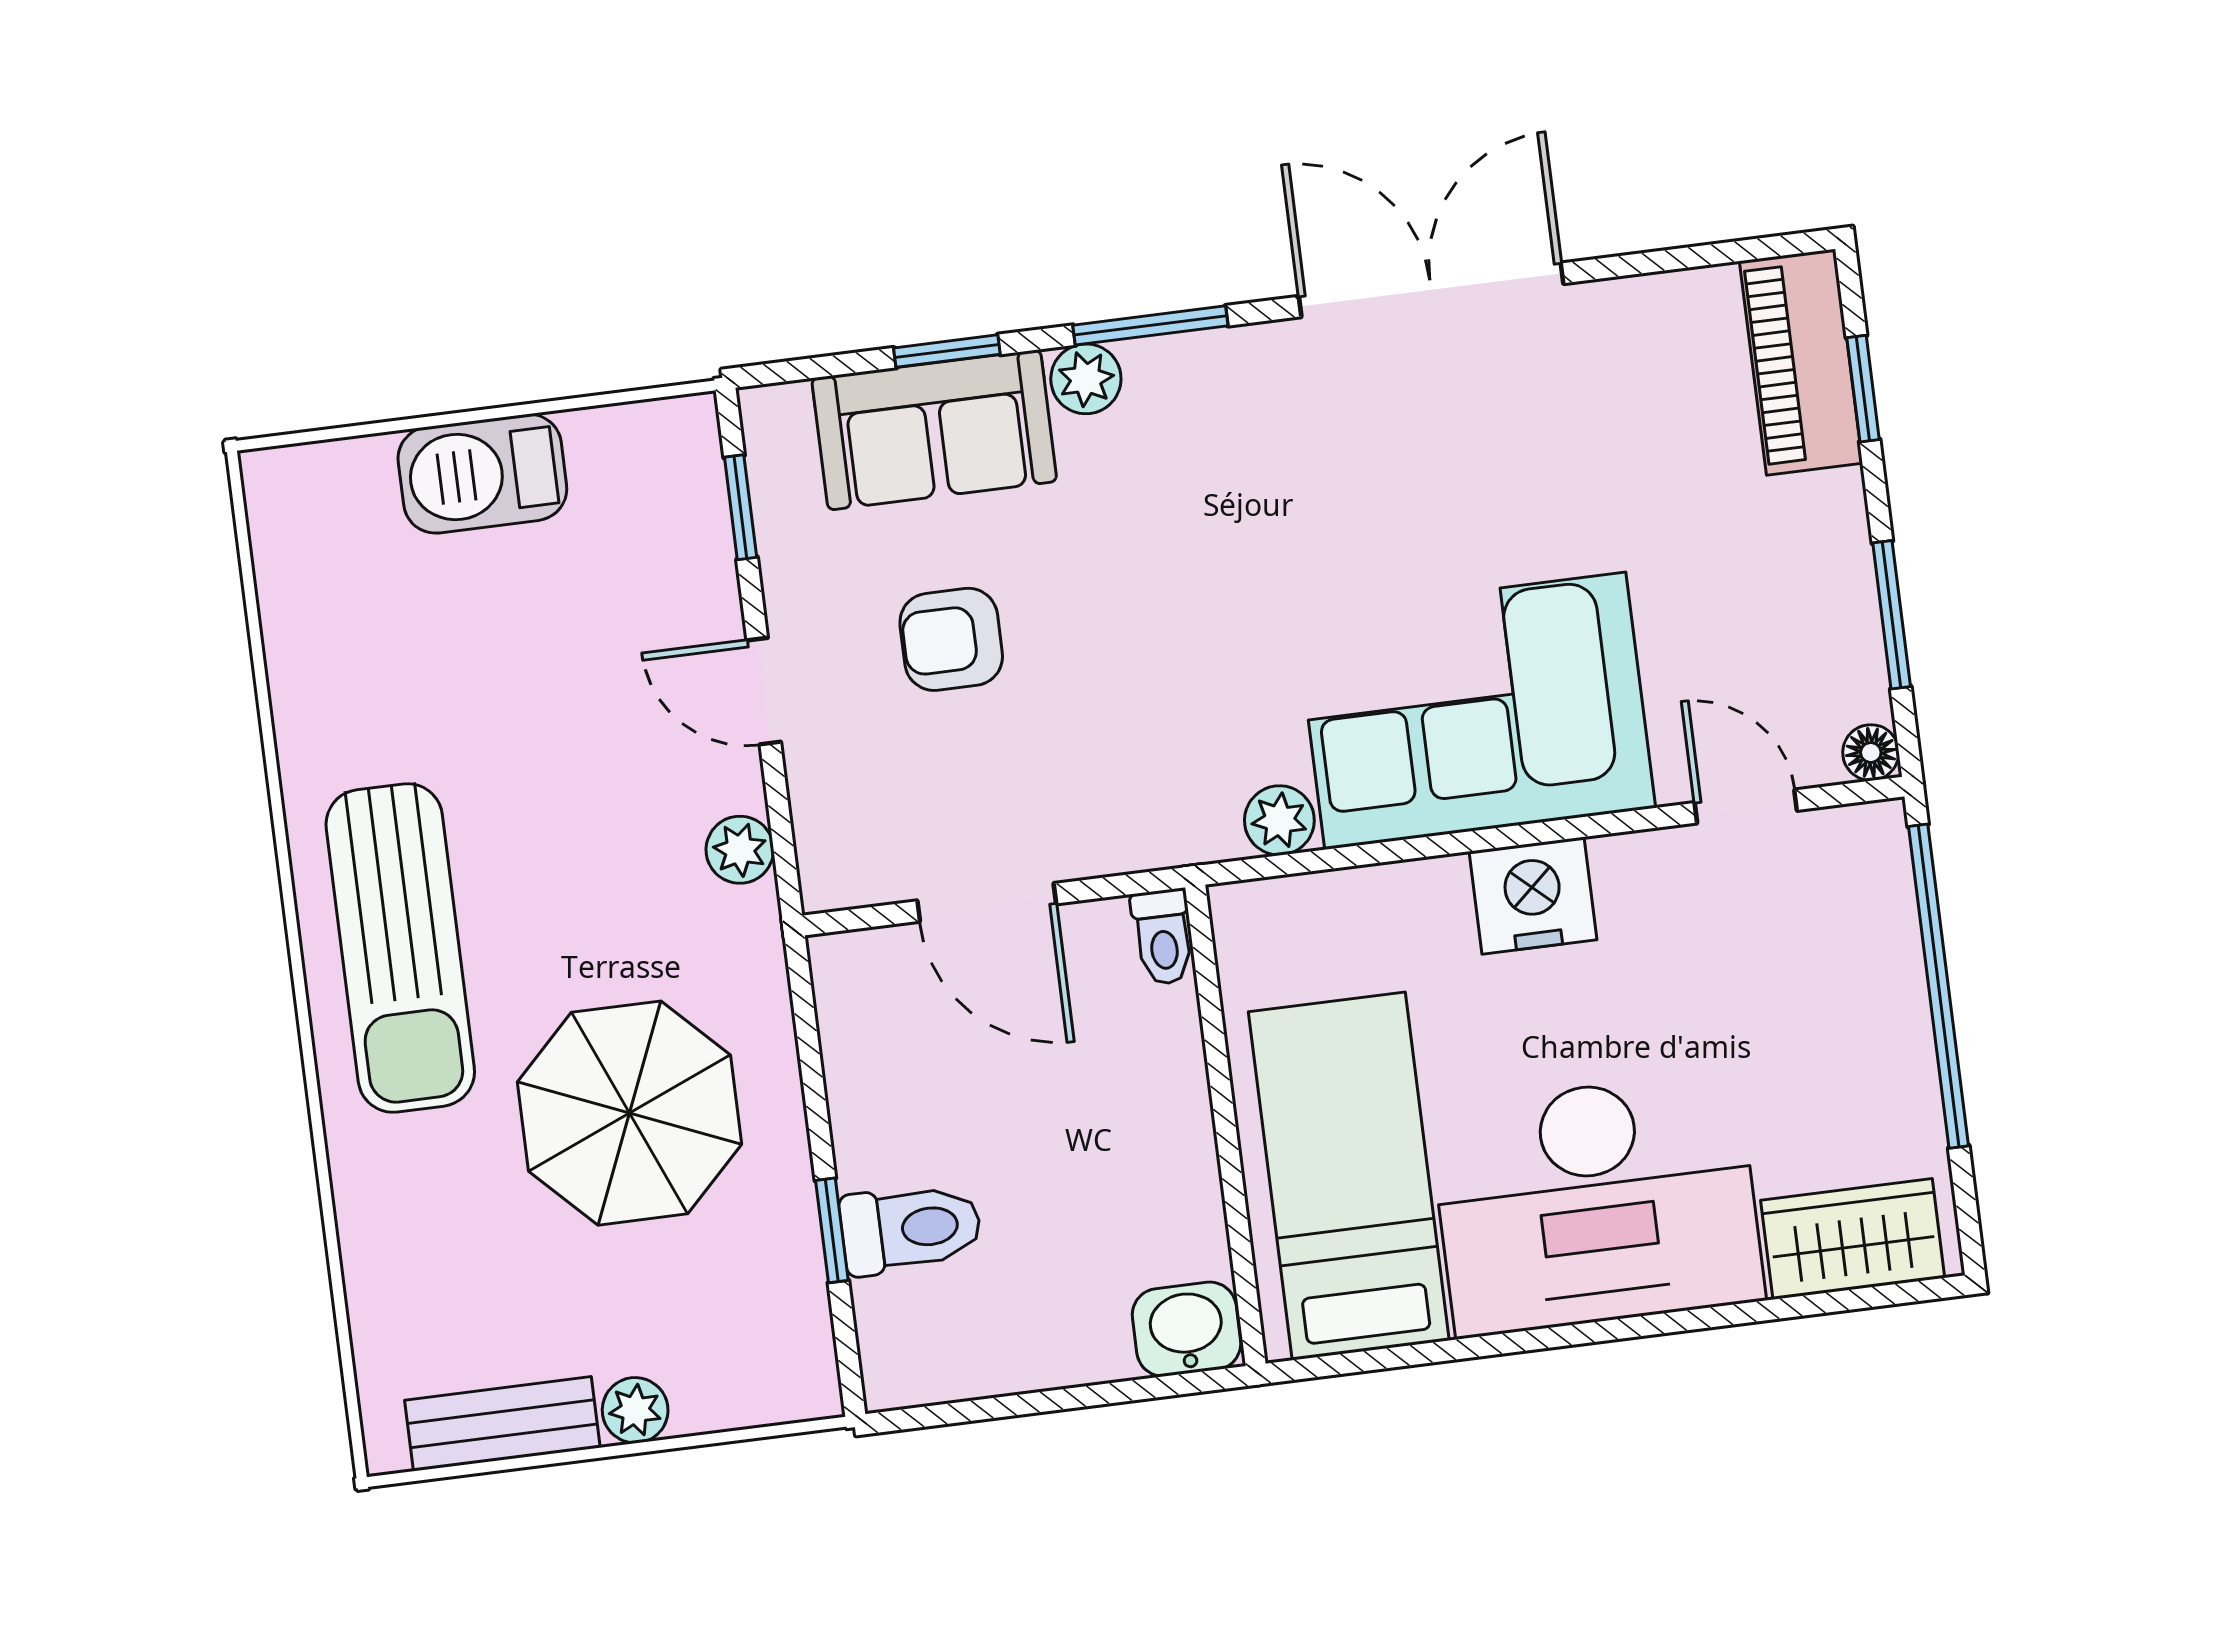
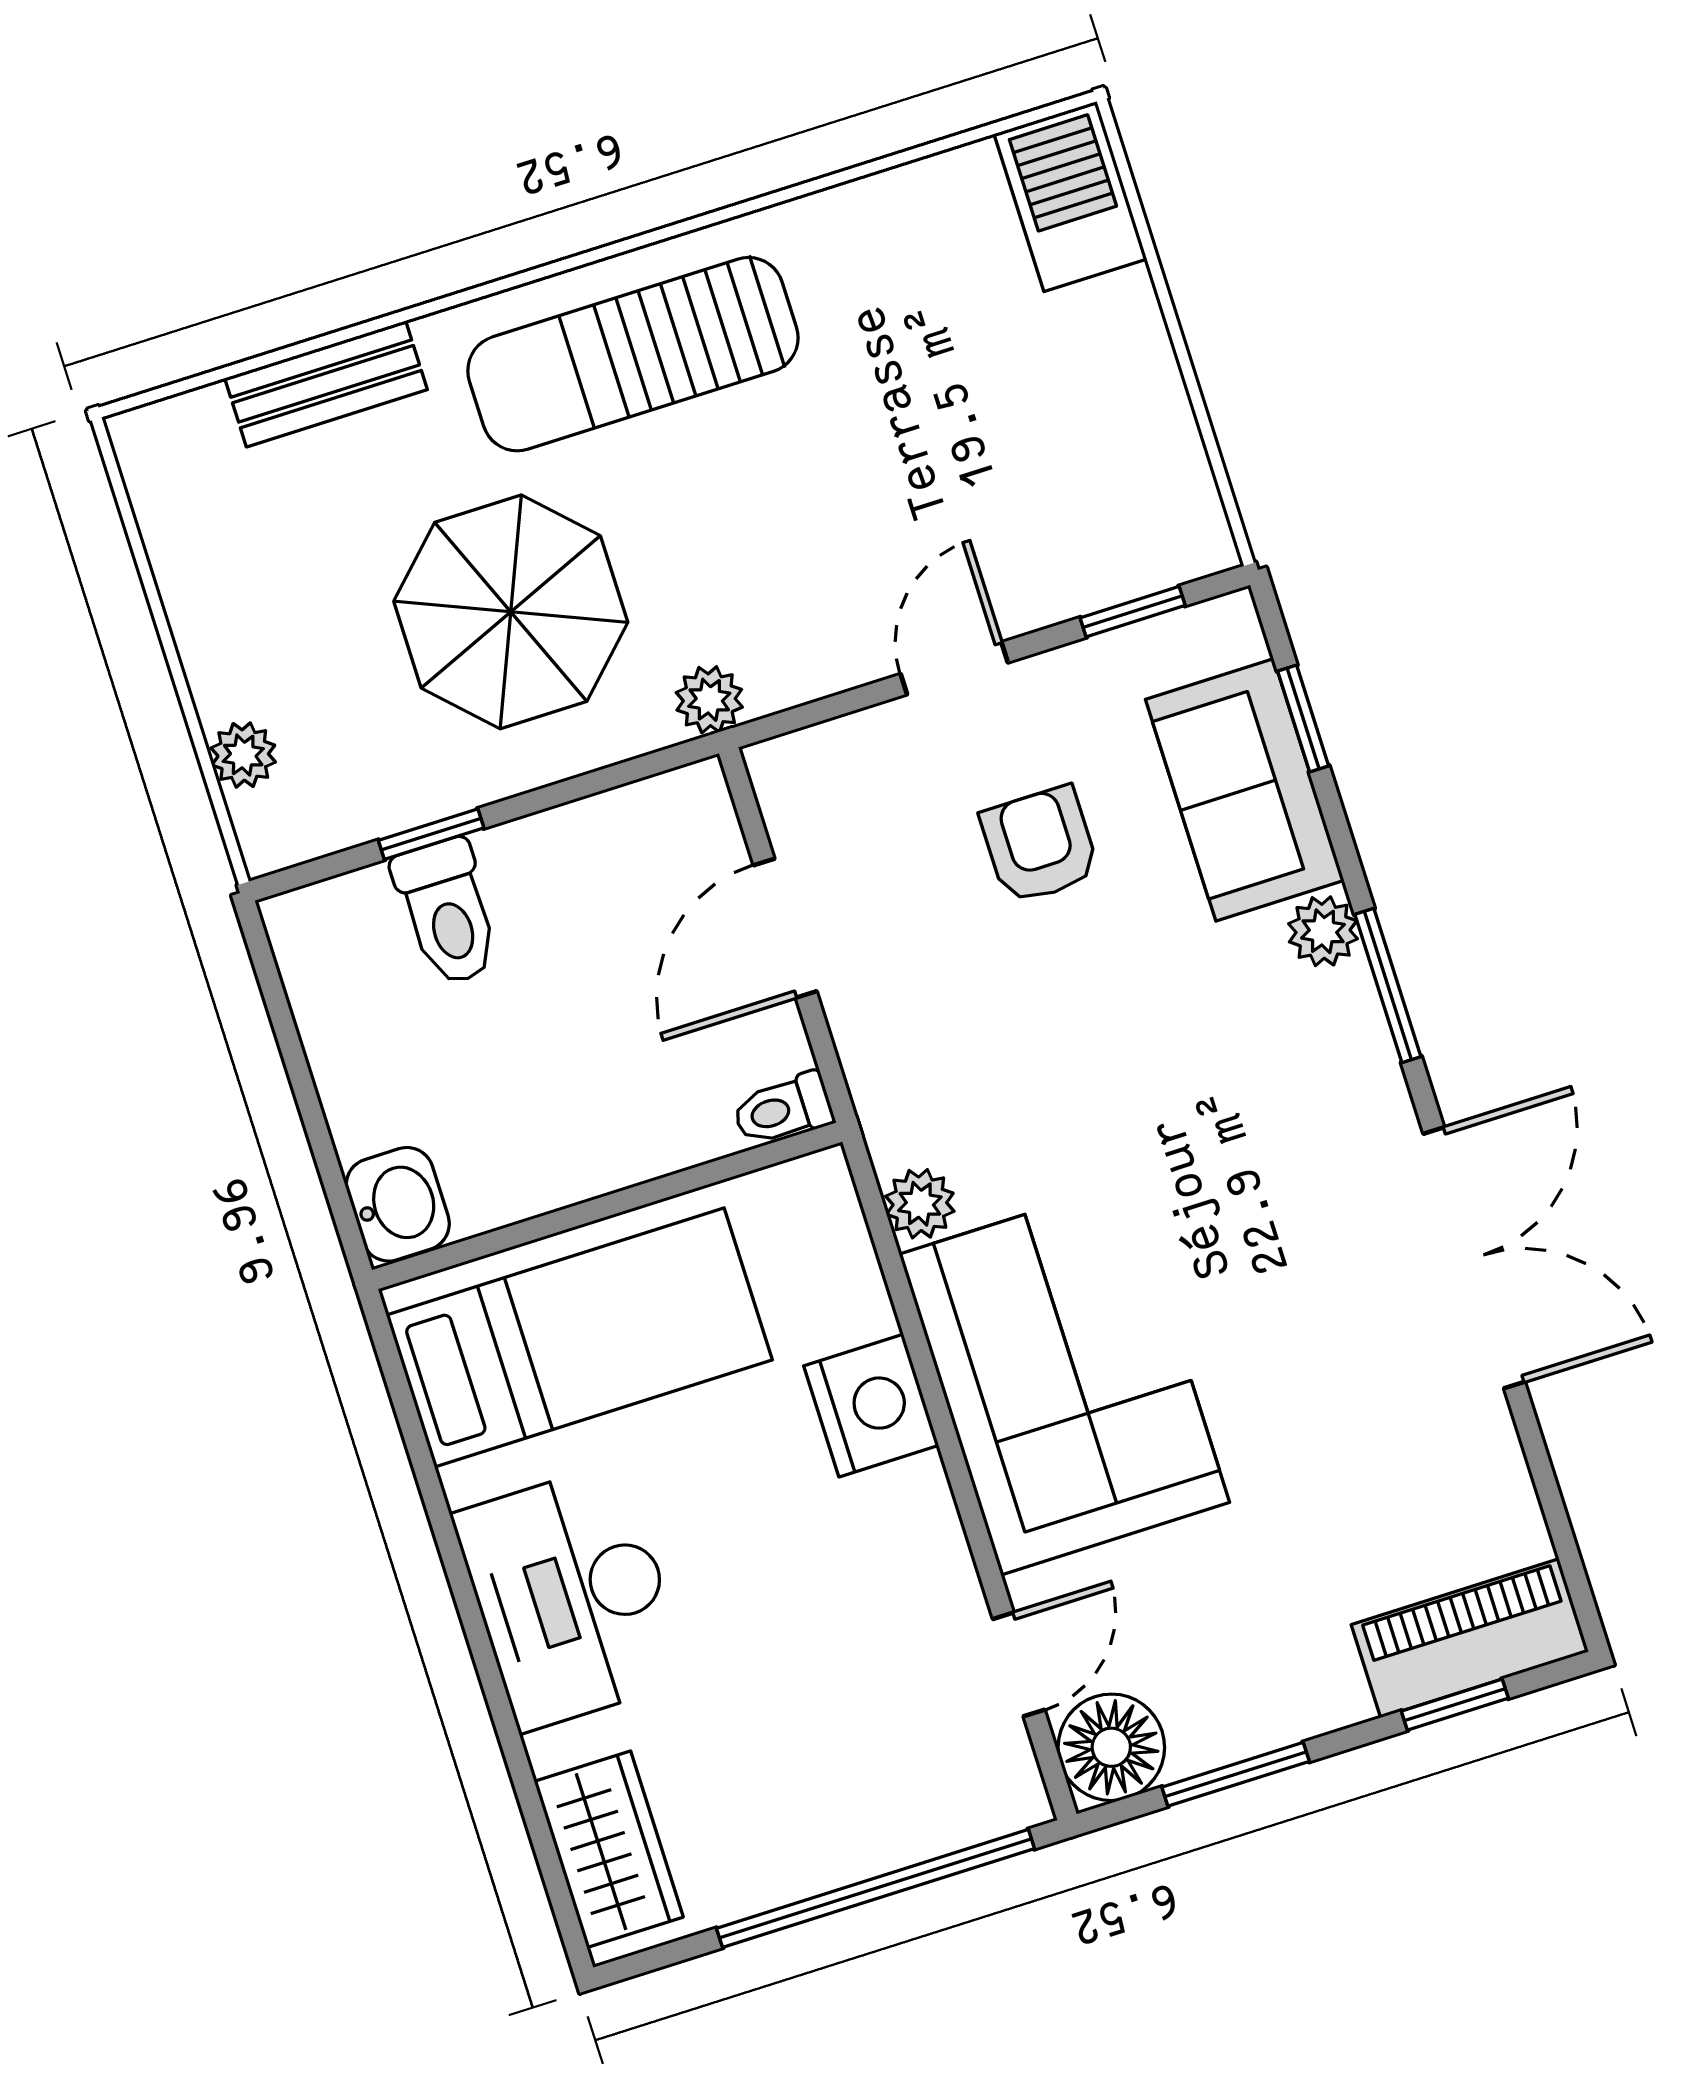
window: (947, 351) -> (1303, 719), moved
barbecue: (482, 474) -> (1070, 197), moved
floor lamp: (1871, 753) -> (1111, 1747), width x1.89, depth x1.89
plant: (740, 850) -> (709, 700), moved
nightstand: (1533, 896) -> (871, 1406), moved
desk: (1596, 1204) -> (571, 1597), width x0.73, depth x0.77
plant: (635, 1410) -> (243, 755), moved
bench: (502, 1424) -> (326, 384), moved, turned 90

